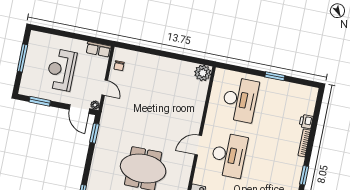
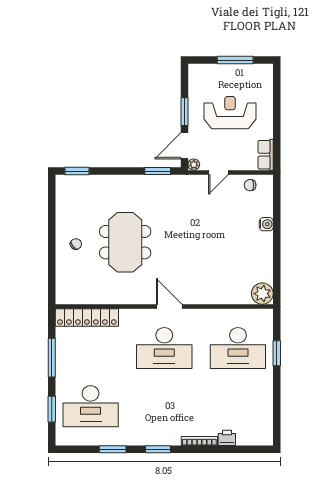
water cooler: (151, 59) -> (266, 224), added
window: (275, 76) -> (277, 353), moved
window: (40, 101) -> (184, 112), moved

